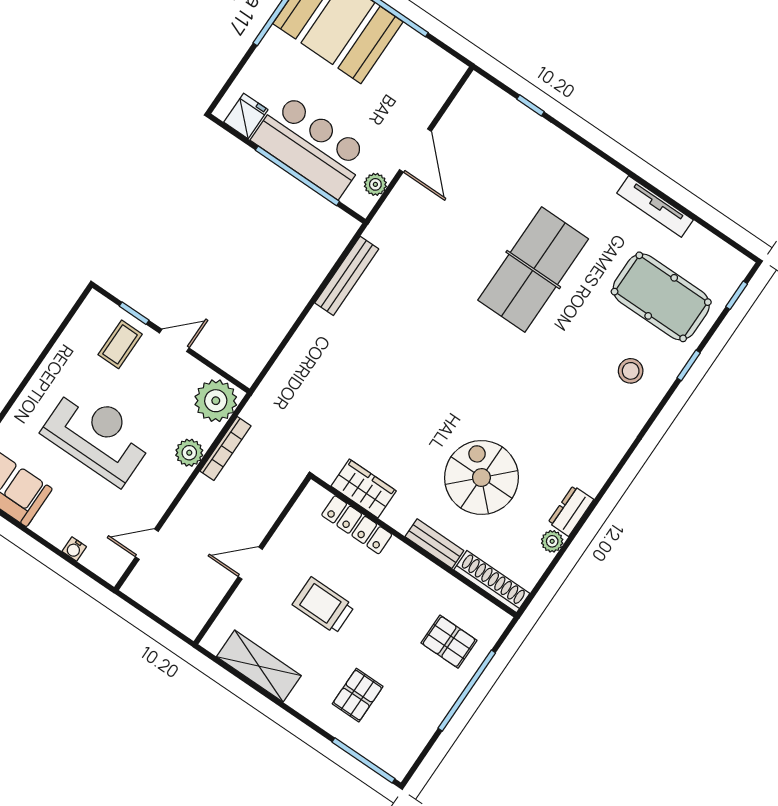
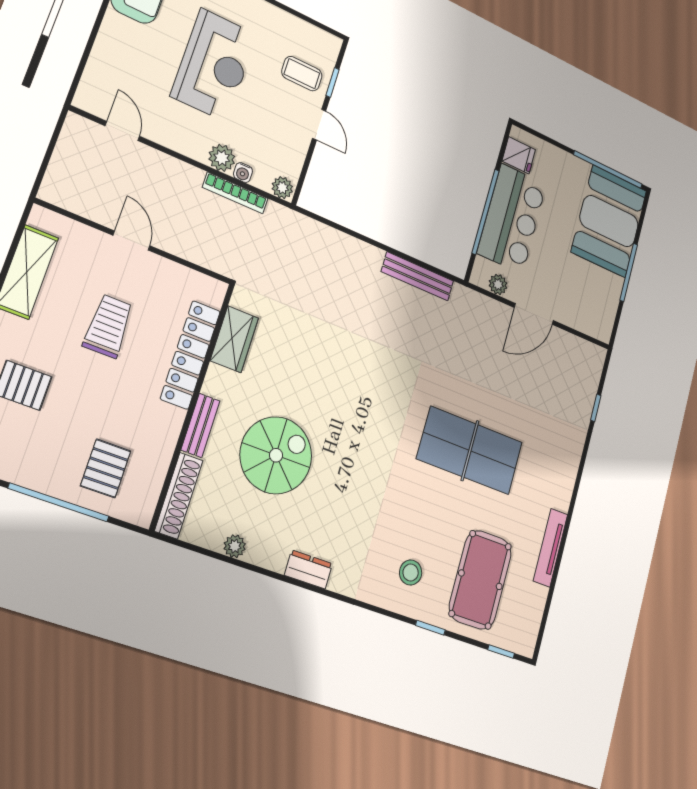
plant: (216, 401) -> (282, 188), width x0.53, depth x0.53
dresser: (571, 511) -> (308, 569), moved
locker: (357, 525) -> (190, 355), width x1.41, depth x1.21
water cooler: (74, 549) -> (243, 173), moved, turned -90

